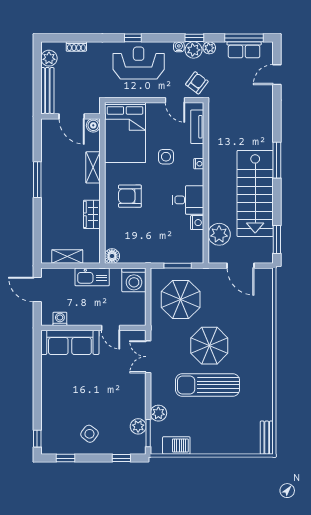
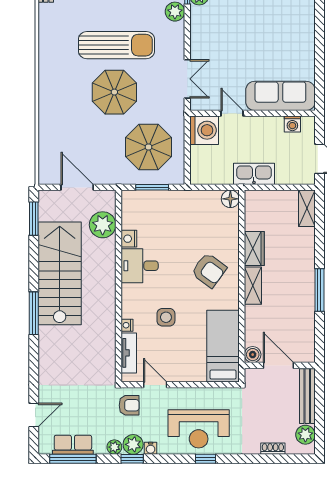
armchair: (197, 83) -> (129, 405), turned -127
bed: (125, 133) -> (223, 346), width x0.67
nightstand: (199, 164) -> (127, 325), moved
shelving: (93, 167) -> (253, 286), moved
armchair: (130, 196) -> (209, 270), turned 36
shelving: (67, 257) -> (307, 208), moved, turned 90
washing machine: (134, 280) -> (204, 130), moved, turned 90

